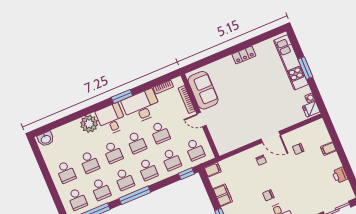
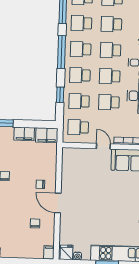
door: (201, 120) -> (103, 146), hinge flipped
door: (271, 137) -> (58, 203), hinge flipped
filing cabinet: (328, 149) -> (49, 252), moved
filing cabinet: (213, 170) -> (47, 135), width x2.00
window: (186, 174) -> (60, 95), moved

